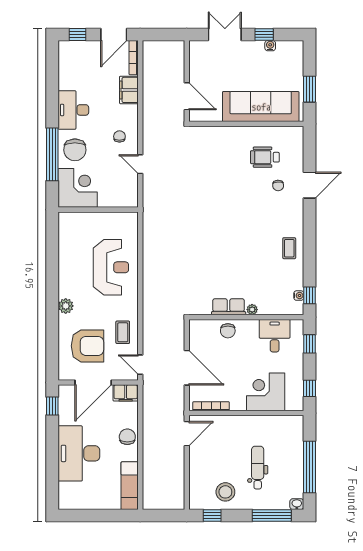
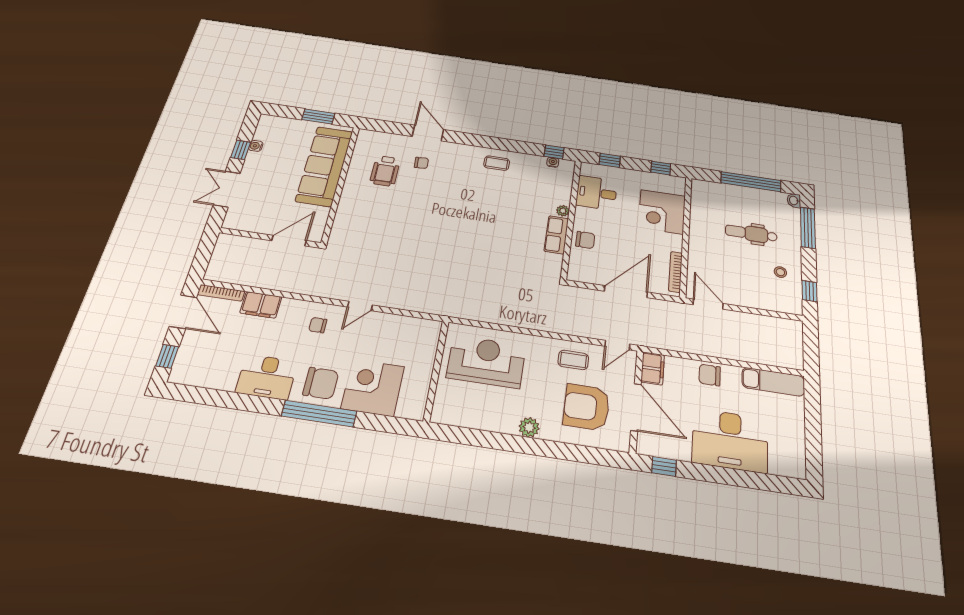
wall: (98, 210) -> (436, 370), moved
armchair: (87, 346) -> (586, 407), turned -90
stool: (225, 492) -> (780, 272), width x0.53, depth x0.53

